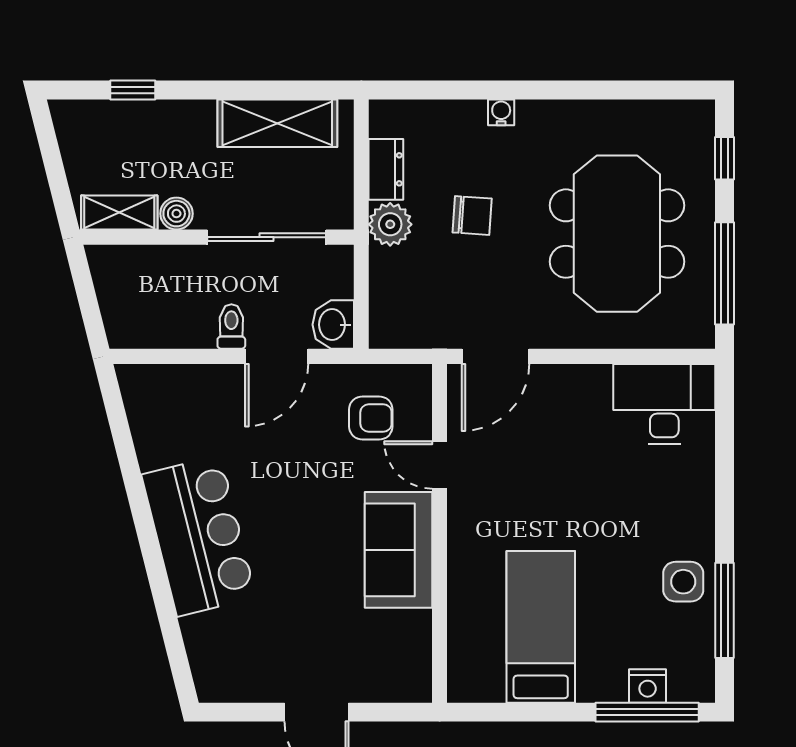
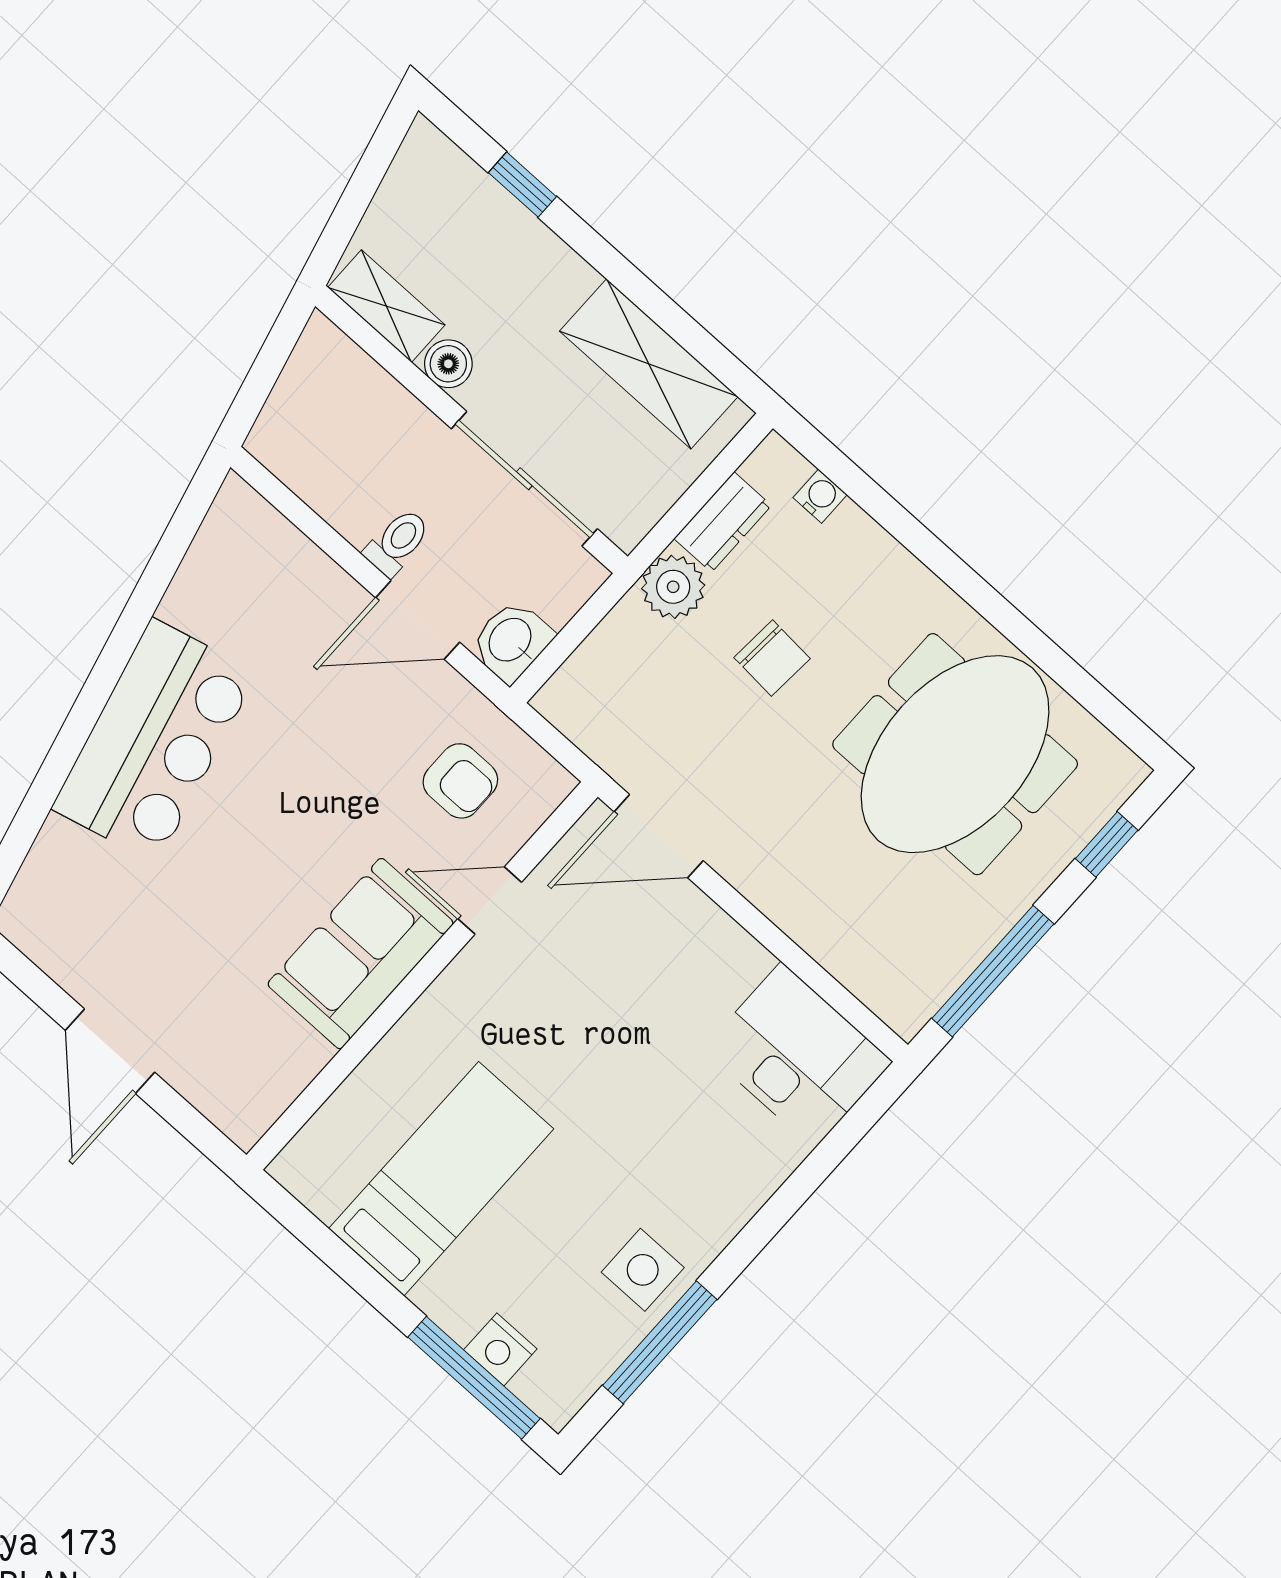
water cooler: (501, 112) -> (820, 496), moved
meeting table: (617, 234) -> (955, 754), moved
door: (440, 465) -> (490, 901), hinge flipped

